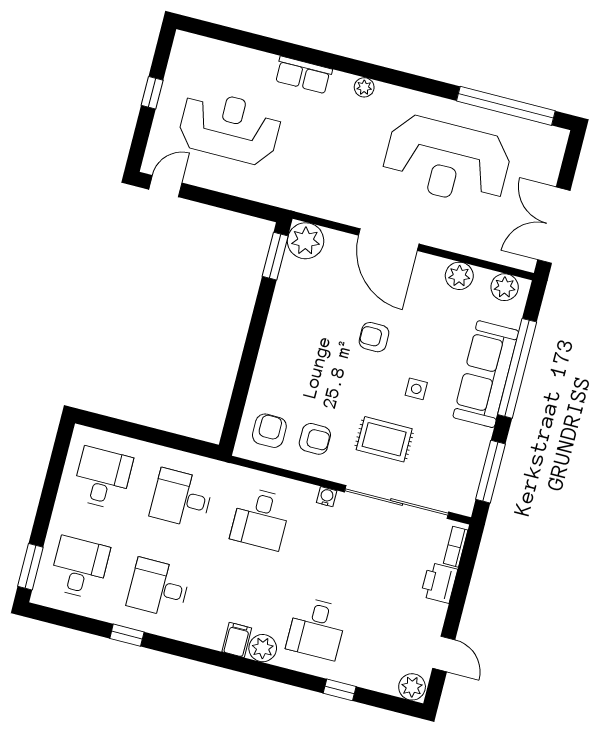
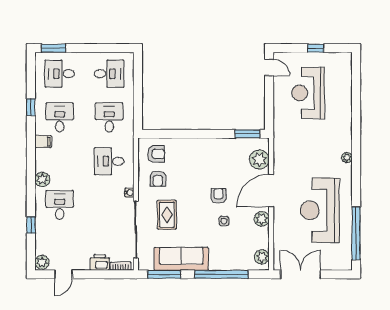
row of seats: (303, 75) -> (345, 124), removed
reception desk: (230, 127) -> (308, 93), turned 180
plant: (306, 241) -> (259, 159), moved
plant: (459, 276) -> (262, 219), moved
sofa: (486, 374) -> (181, 259), moved
side table: (416, 389) -> (224, 221), moved
desk: (79, 568) -> (60, 74), turned 180
desk: (317, 628) -> (60, 205), turned 90
filing cabinet: (237, 640) -> (43, 142), moved

